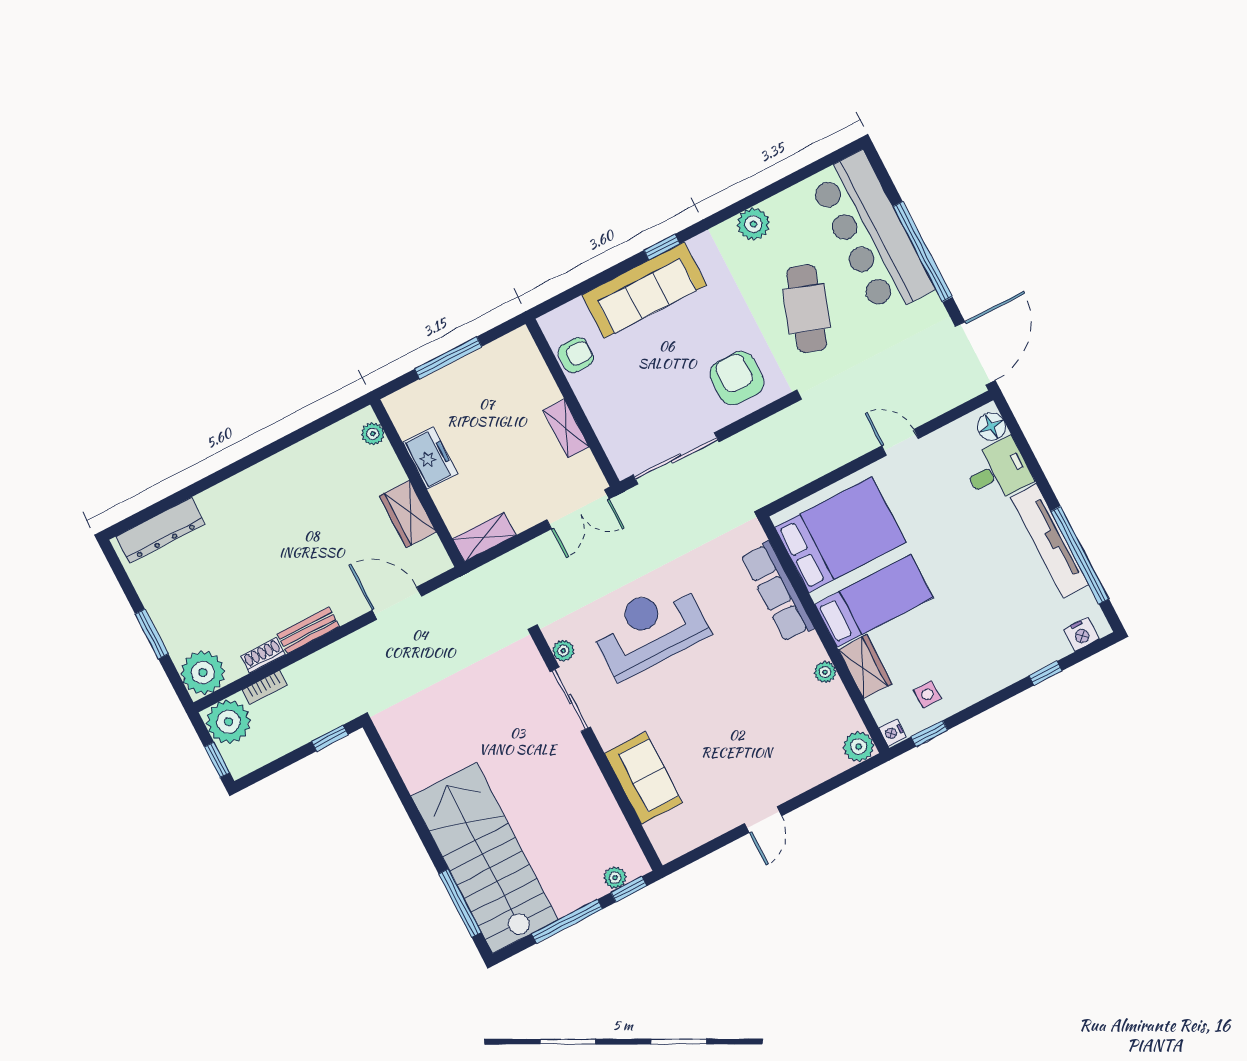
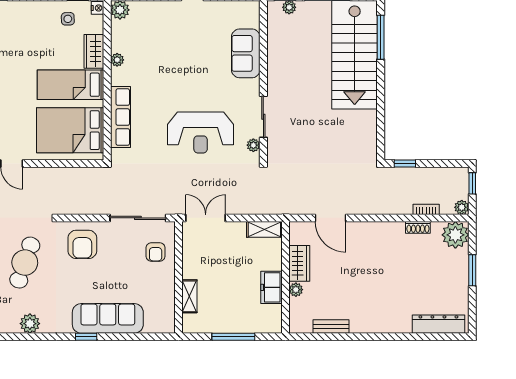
armchair: (576, 355) -> (156, 252), moved, turned -90
shelving: (566, 429) -> (189, 296), moved
plant: (373, 434) -> (296, 290), moved
bench: (308, 630) -> (331, 327), moved
plant: (228, 722) -> (462, 207), width x0.53, depth x0.53

